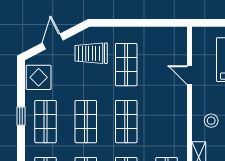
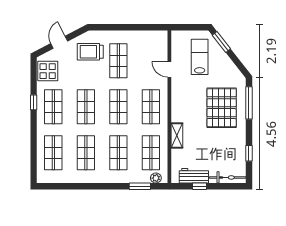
stool: (211, 121) -> (187, 106), removed
shop shelf: (167, 122) -> (151, 107), added

